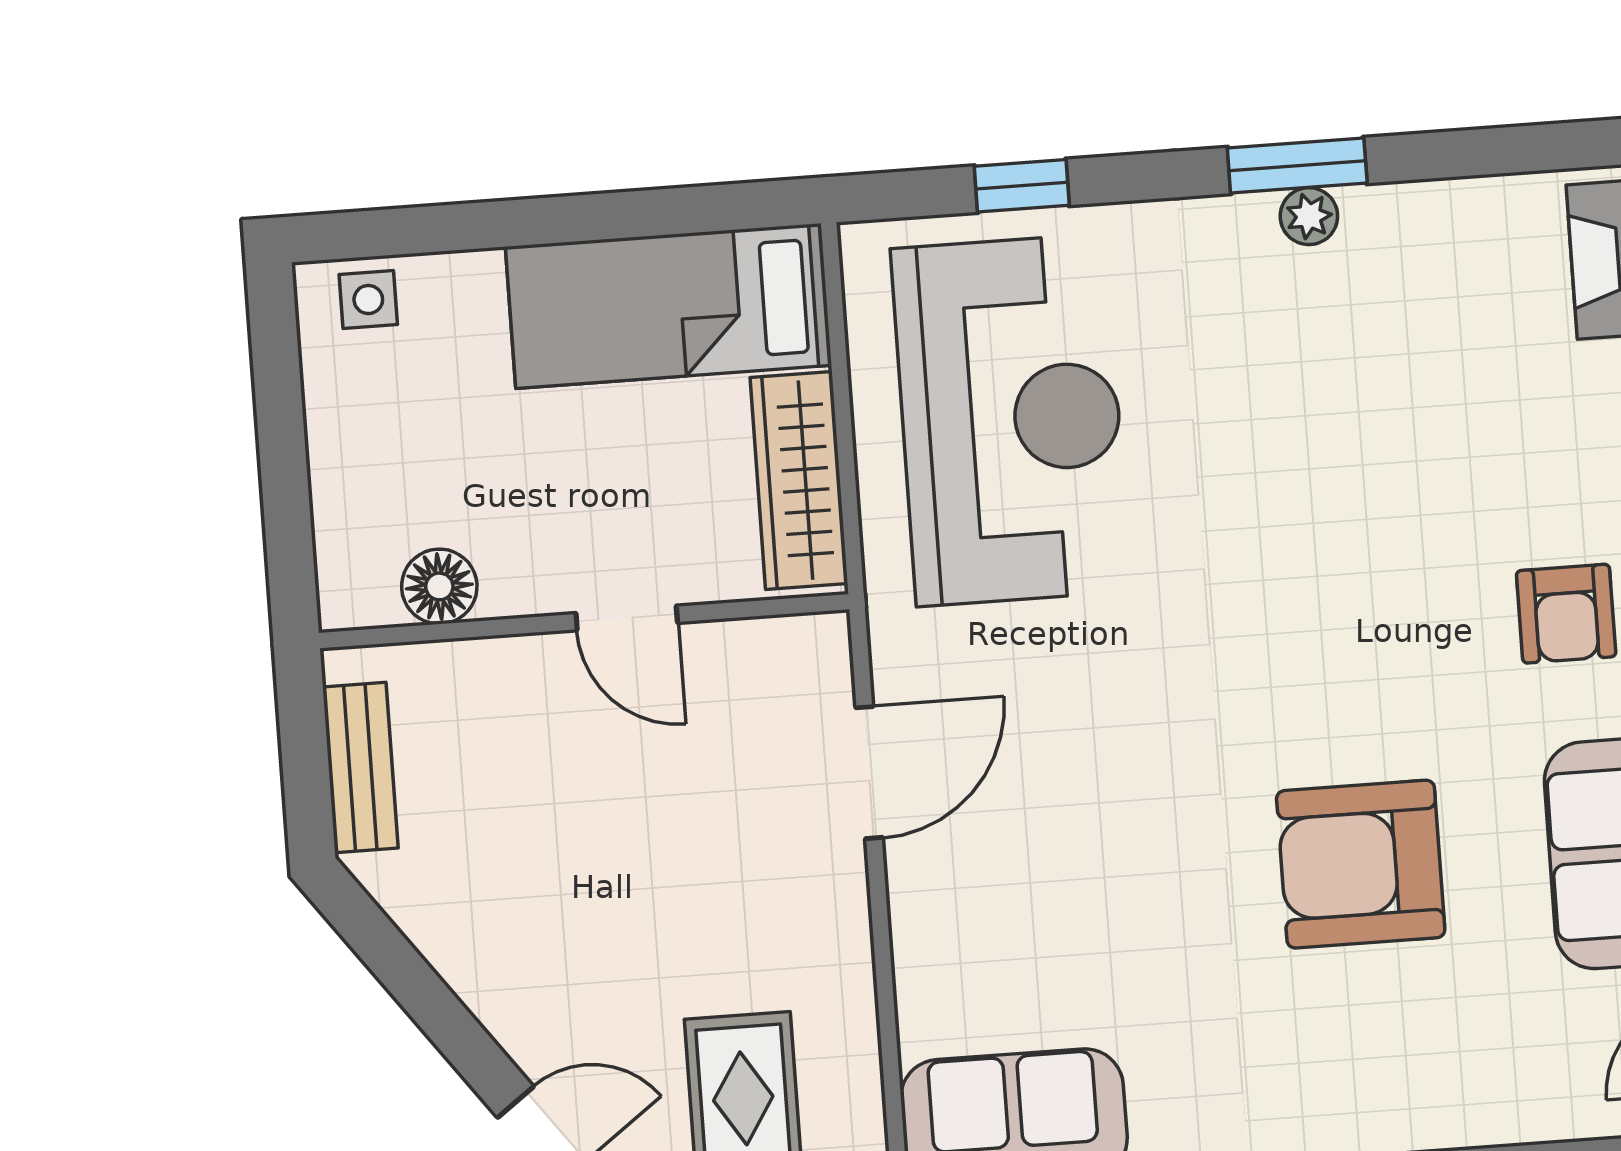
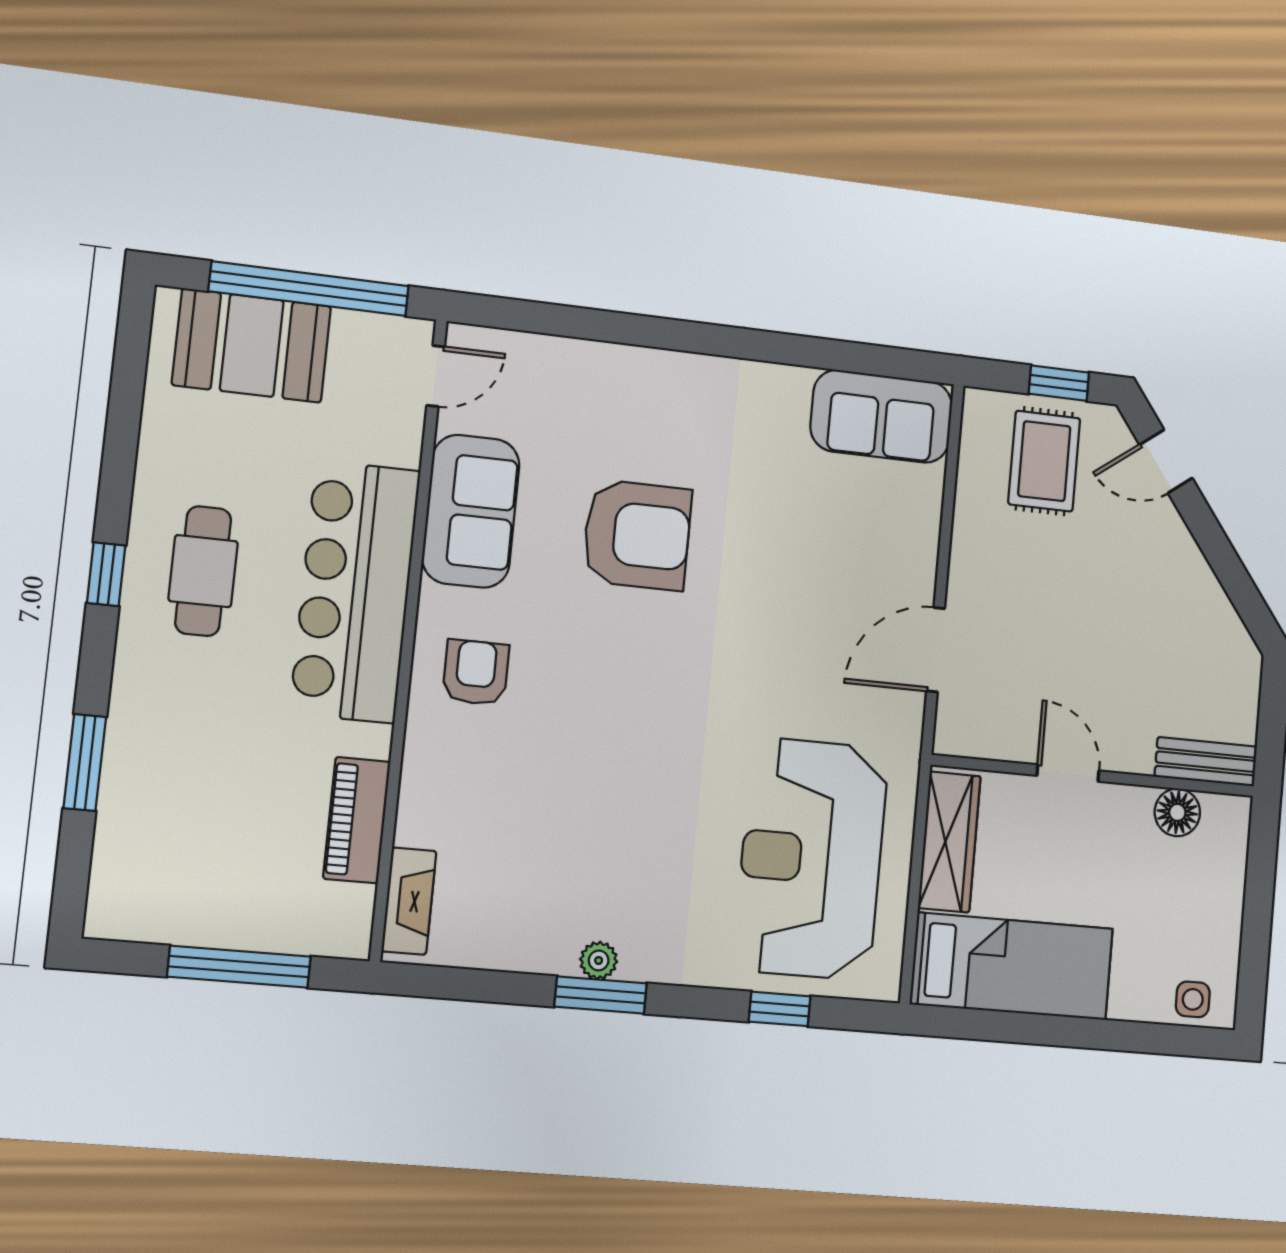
bench: (360, 768) -> (1206, 762), moved, turned 90

